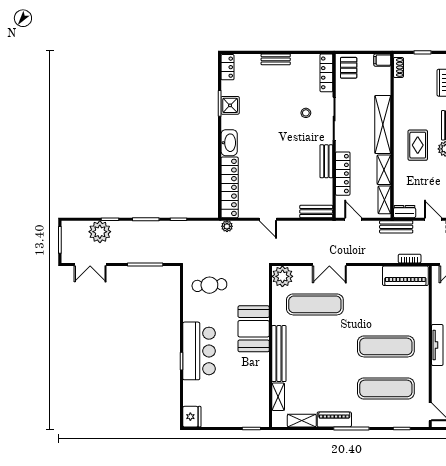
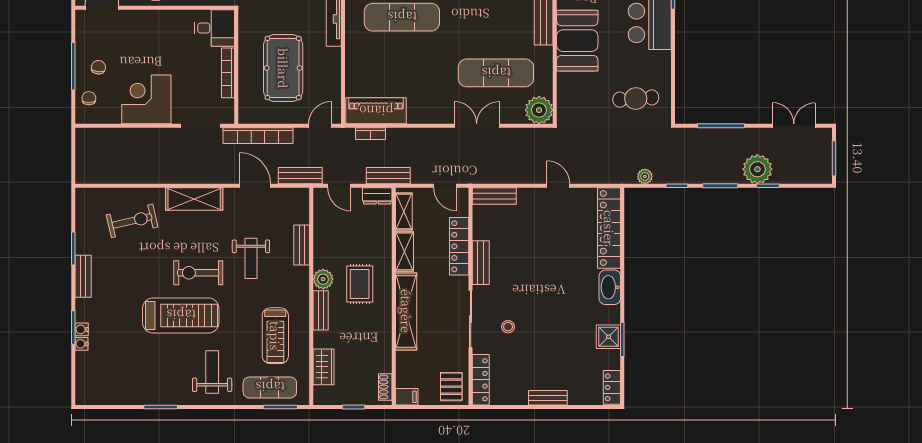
plant: (227, 226) -> (645, 176), moved
plant: (100, 232) -> (757, 169), moved

